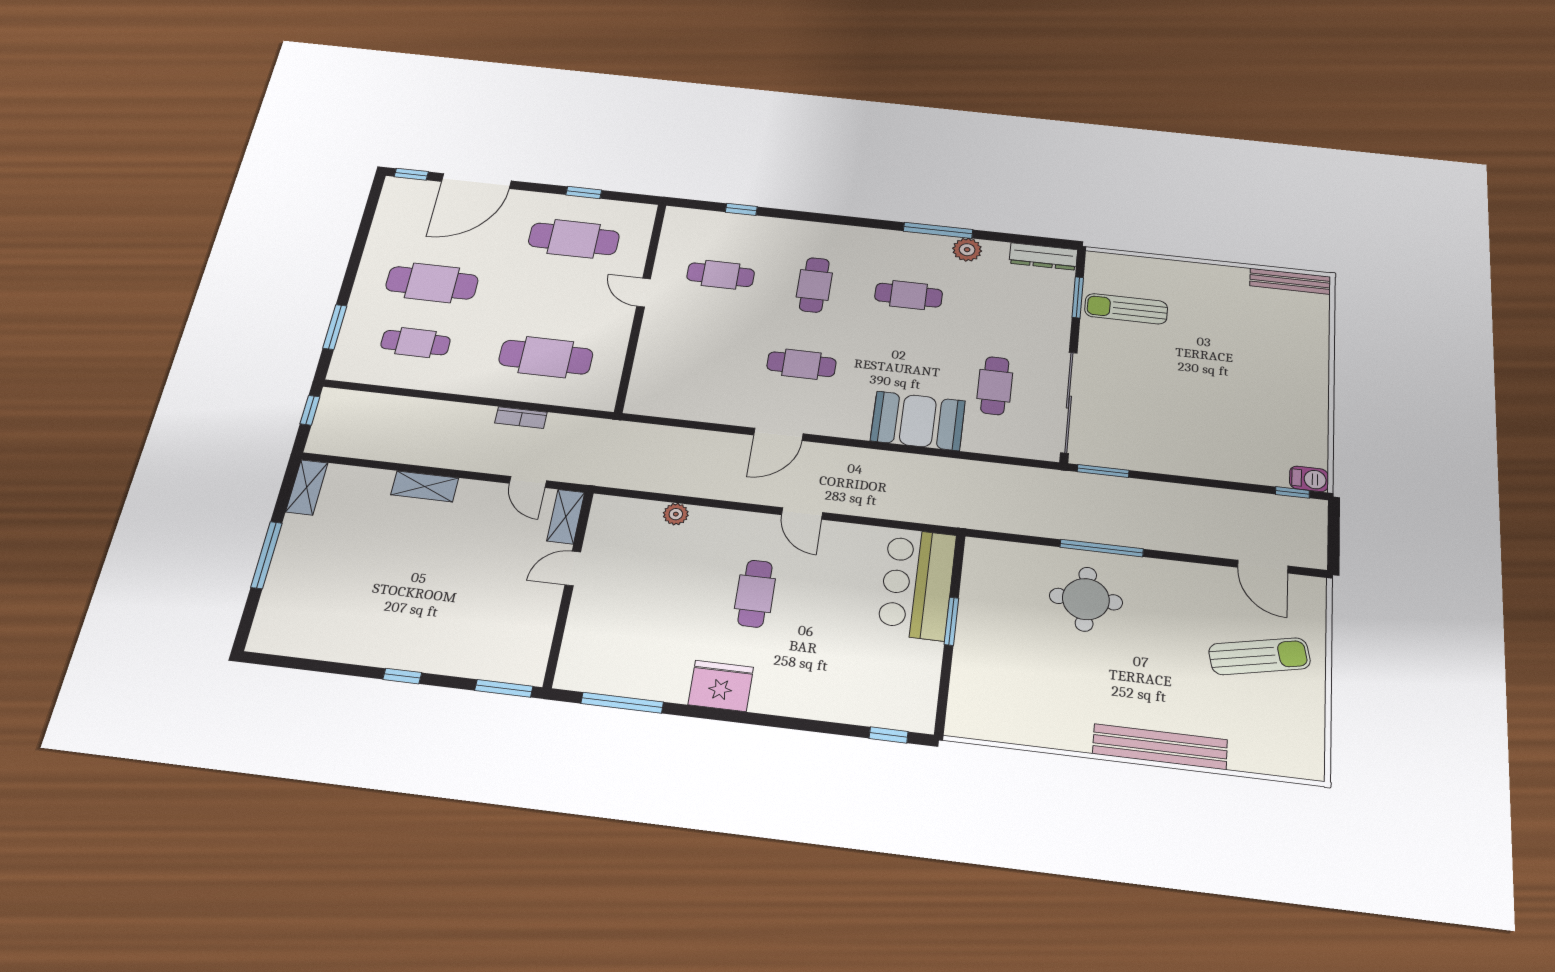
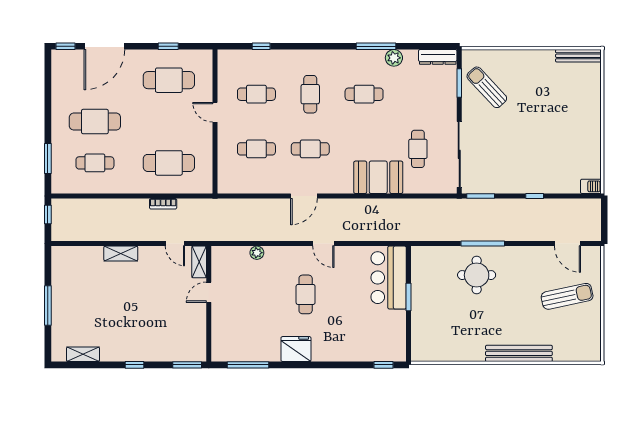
sun lounger: (1126, 309) -> (487, 87), turned 47
cafe table: (706, 354) -> (256, 149), added
shelving: (307, 487) -> (83, 354), moved, turned 90
window: (1292, 492) -> (535, 196), moved

